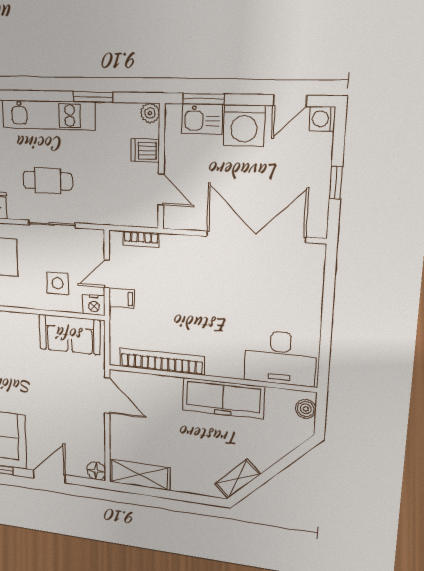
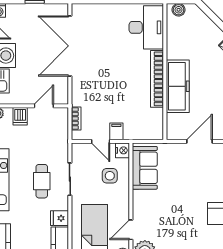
bookcase: (162, 361) -> (157, 79), moved
door: (107, 396) -> (200, 141), moved
freezer: (223, 398) -> (178, 86), moved

